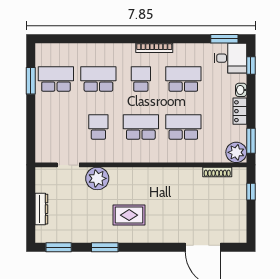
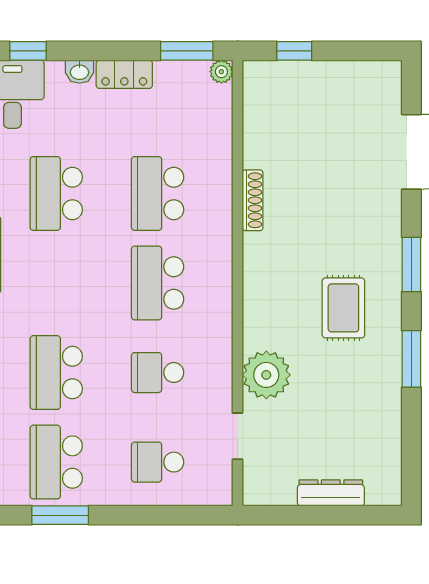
school desk: (141, 79) -> (158, 462), moved
plant: (236, 152) -> (221, 72), width x0.53, depth x0.53
shoe rack: (217, 172) -> (253, 200), moved
window: (59, 247) -> (411, 265), moved

